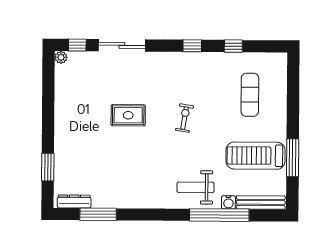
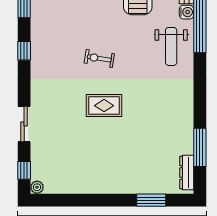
sliding door: (122, 45) -> (24, 124), width x0.73
rug: (128, 115) -> (104, 106), moved, turned 90

